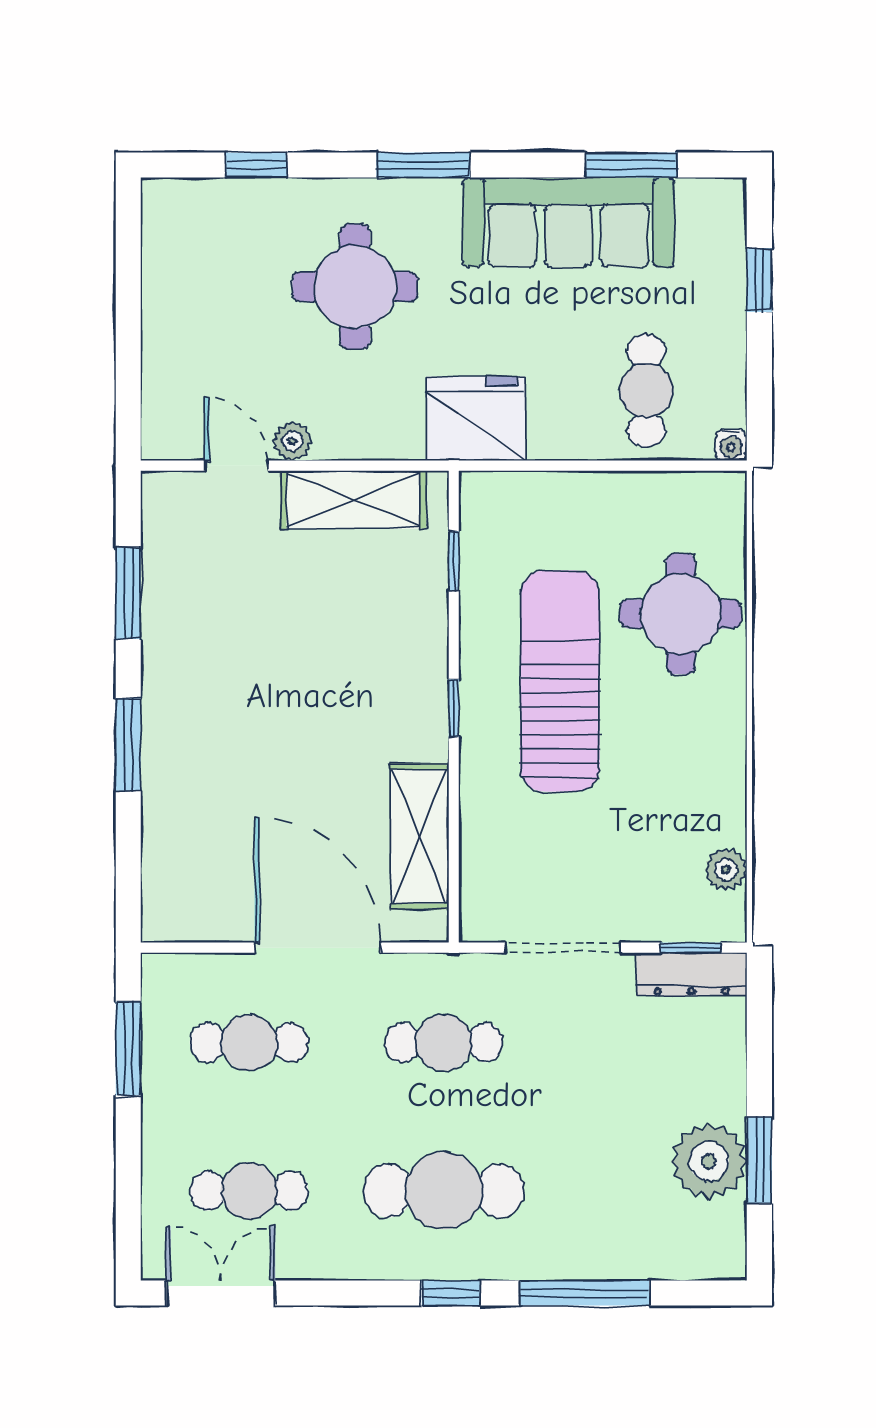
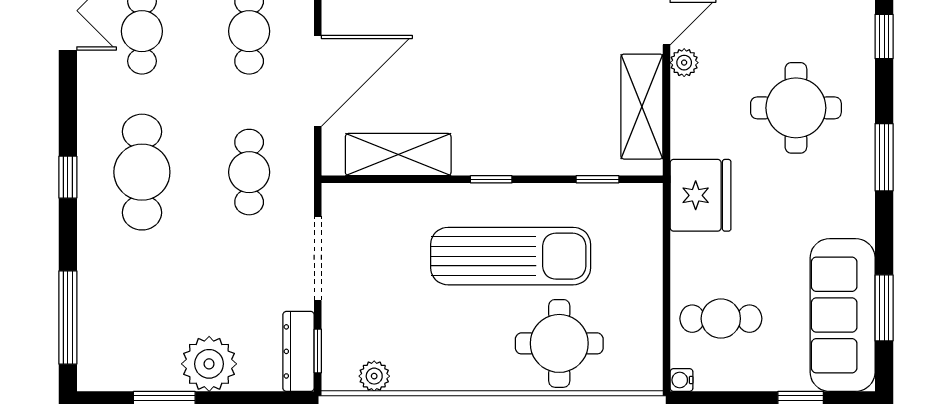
sofa: (568, 222) -> (843, 315), moved
plant: (709, 1161) -> (209, 364), moved
window: (585, 1293) -> (68, 317), moved

